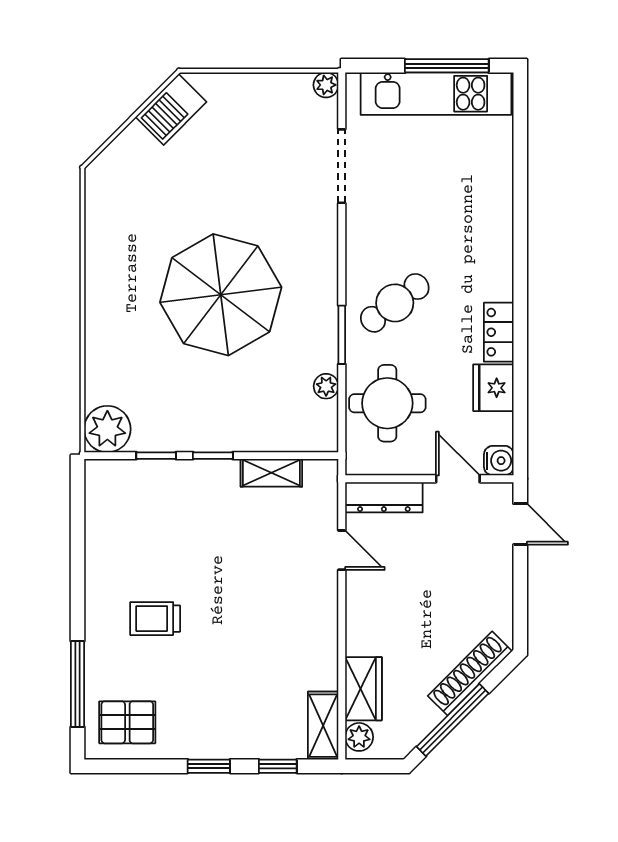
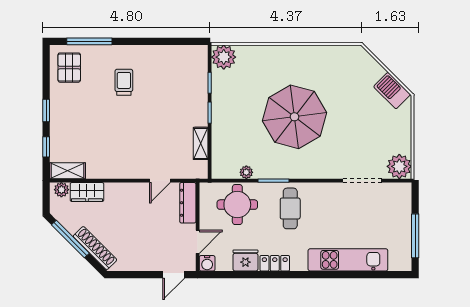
plant: (326, 85) -> (399, 166), width x1.88, depth x1.88
kitchen unit: (436, 94) -> (348, 260), moved, turned 90
cafe table: (395, 303) -> (290, 208), turned 37

